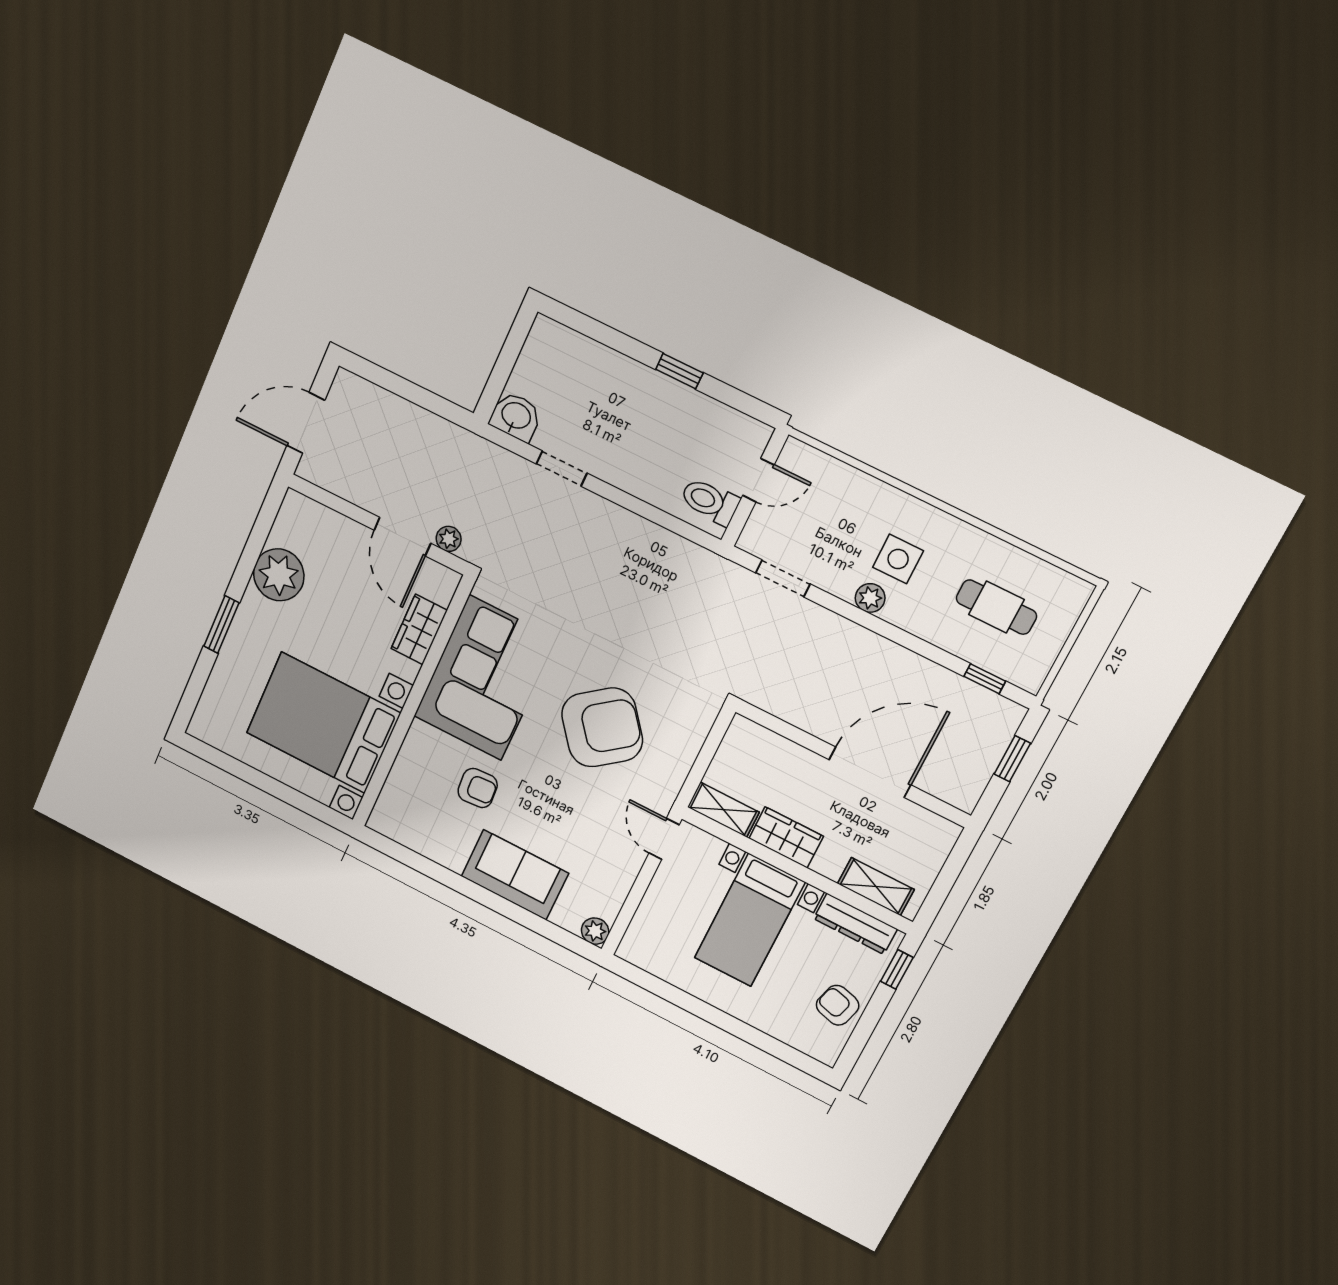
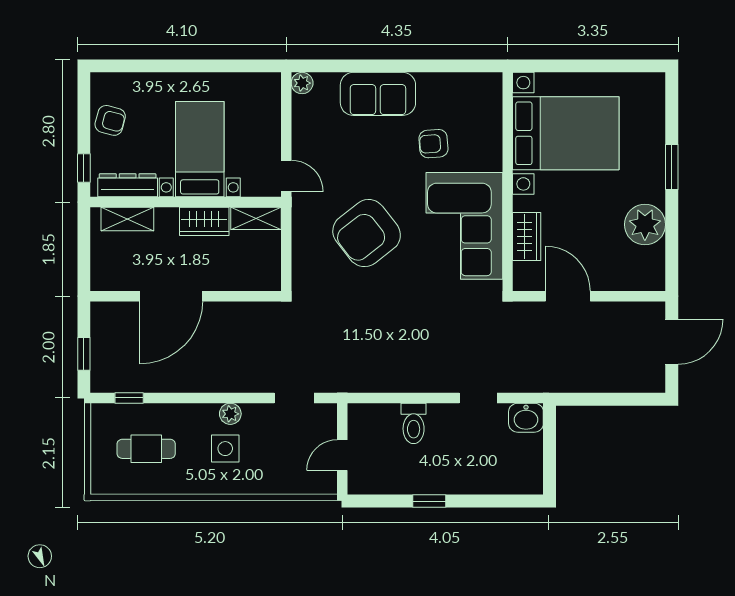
toilet: (710, 501) -> (414, 423), moved, turned 90
plant: (449, 539) -> (535, 311), removed

